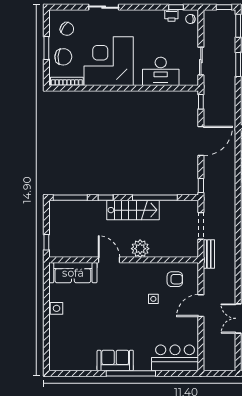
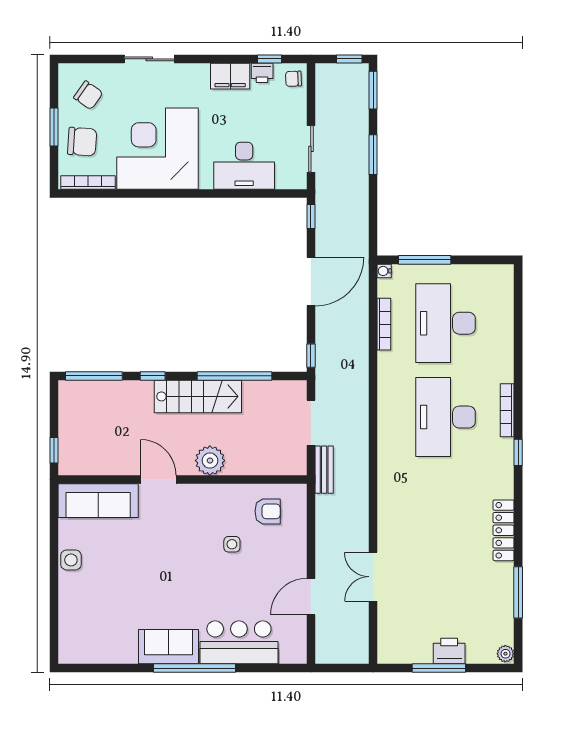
filing cabinet: (152, 17) -> (230, 76), added
door: (201, 306) -> (311, 597), moved
bar counter: (175, 358) -> (239, 642), moved

